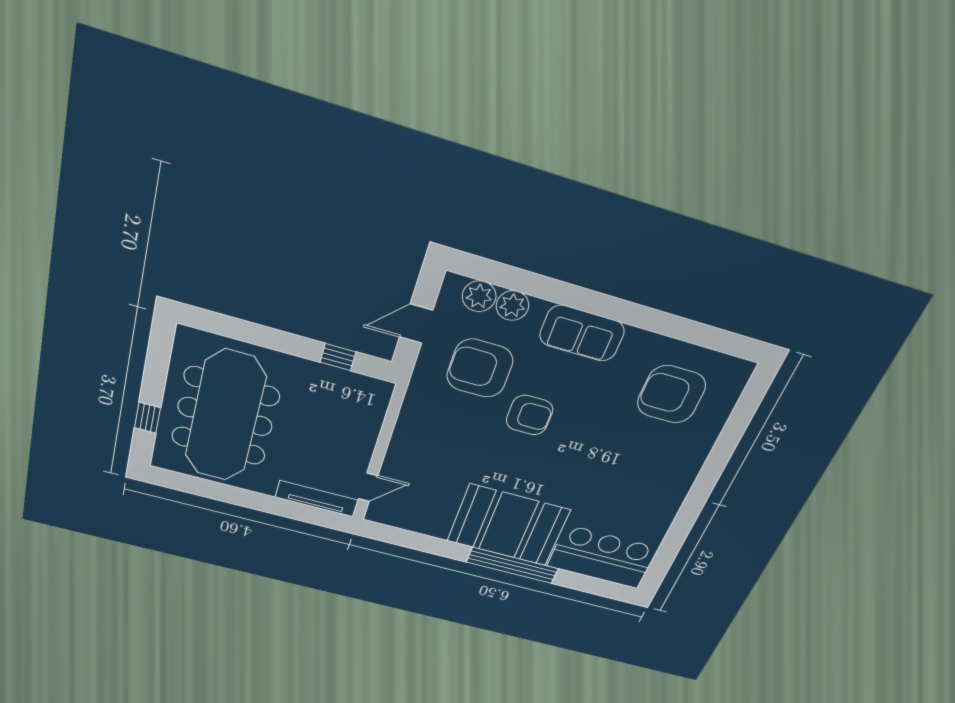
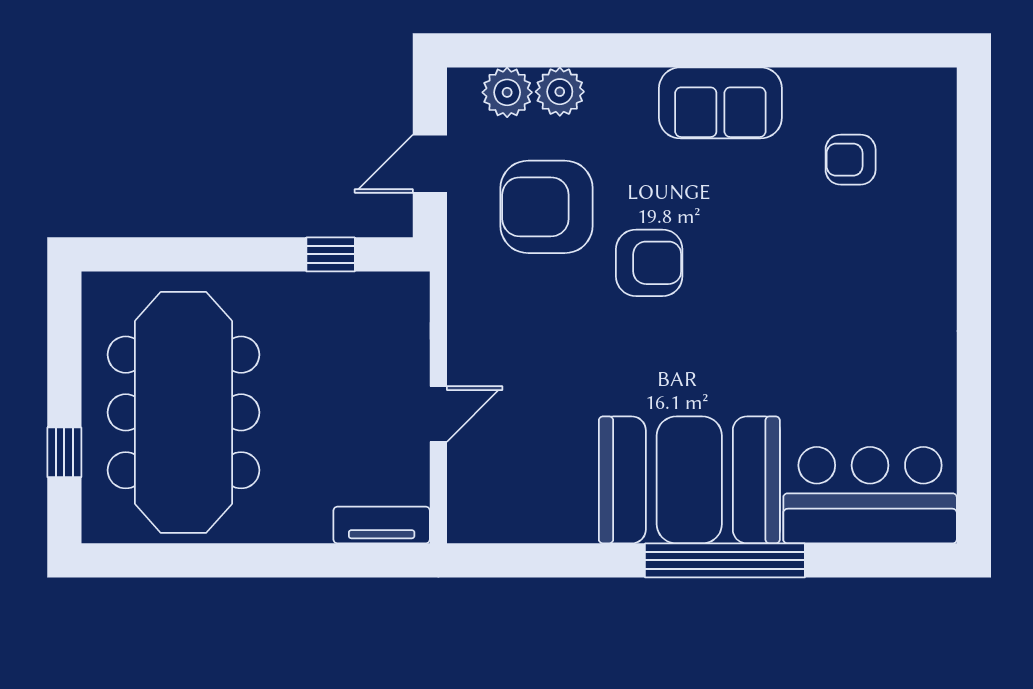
sofa: (582, 333) -> (720, 103), moved
armchair: (671, 394) -> (851, 160), width x0.53, depth x0.53
door: (368, 487) -> (438, 414), moved
tv unit: (317, 499) -> (382, 525), width x0.71

